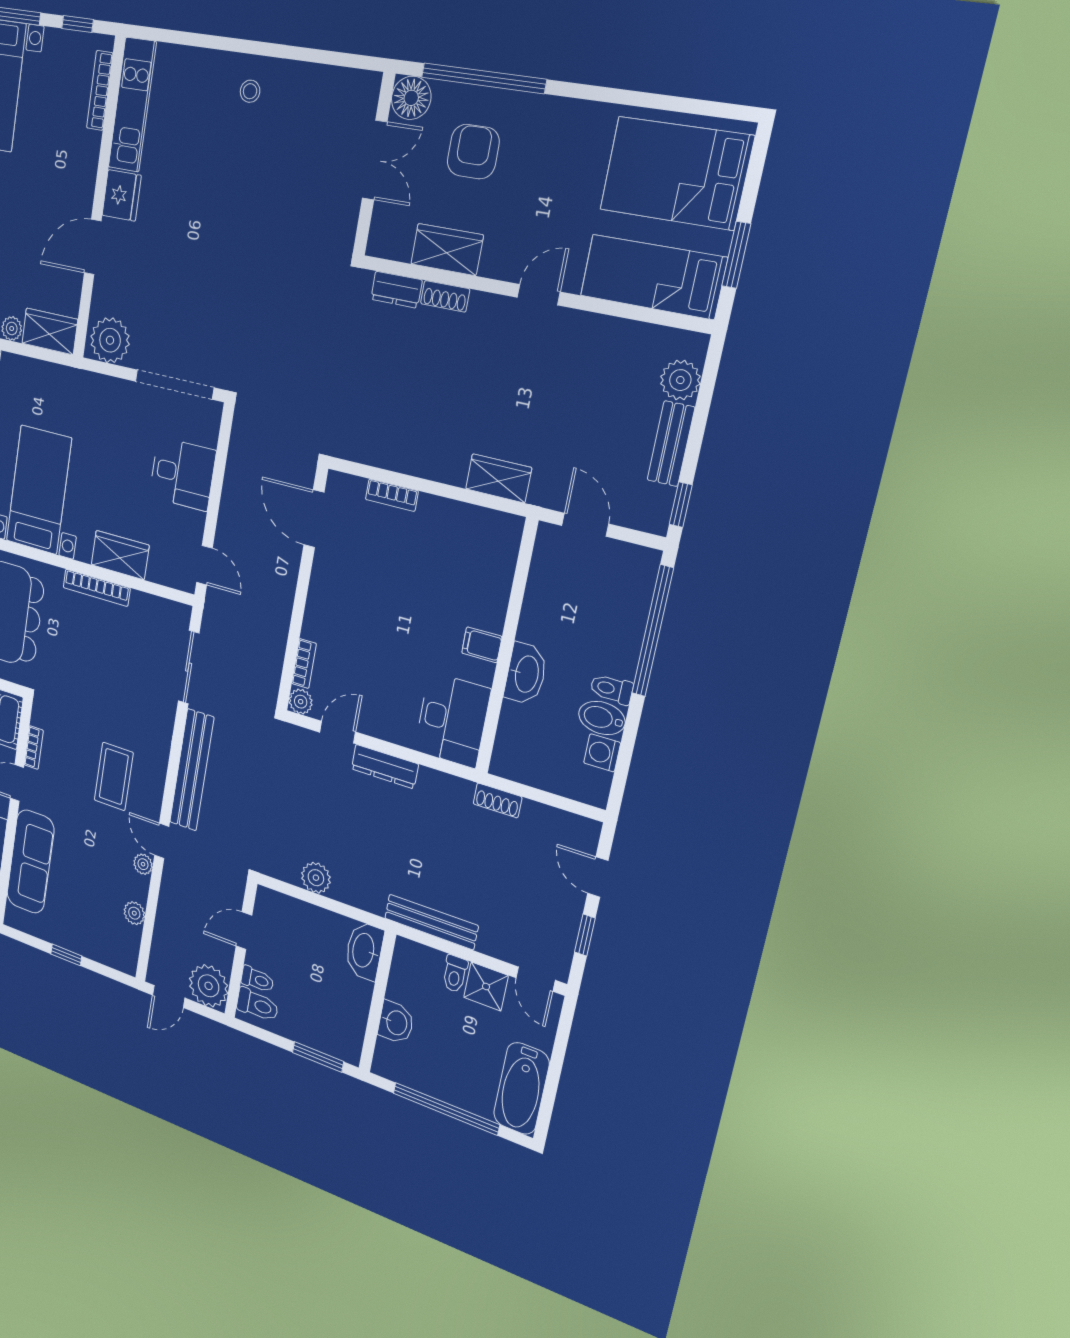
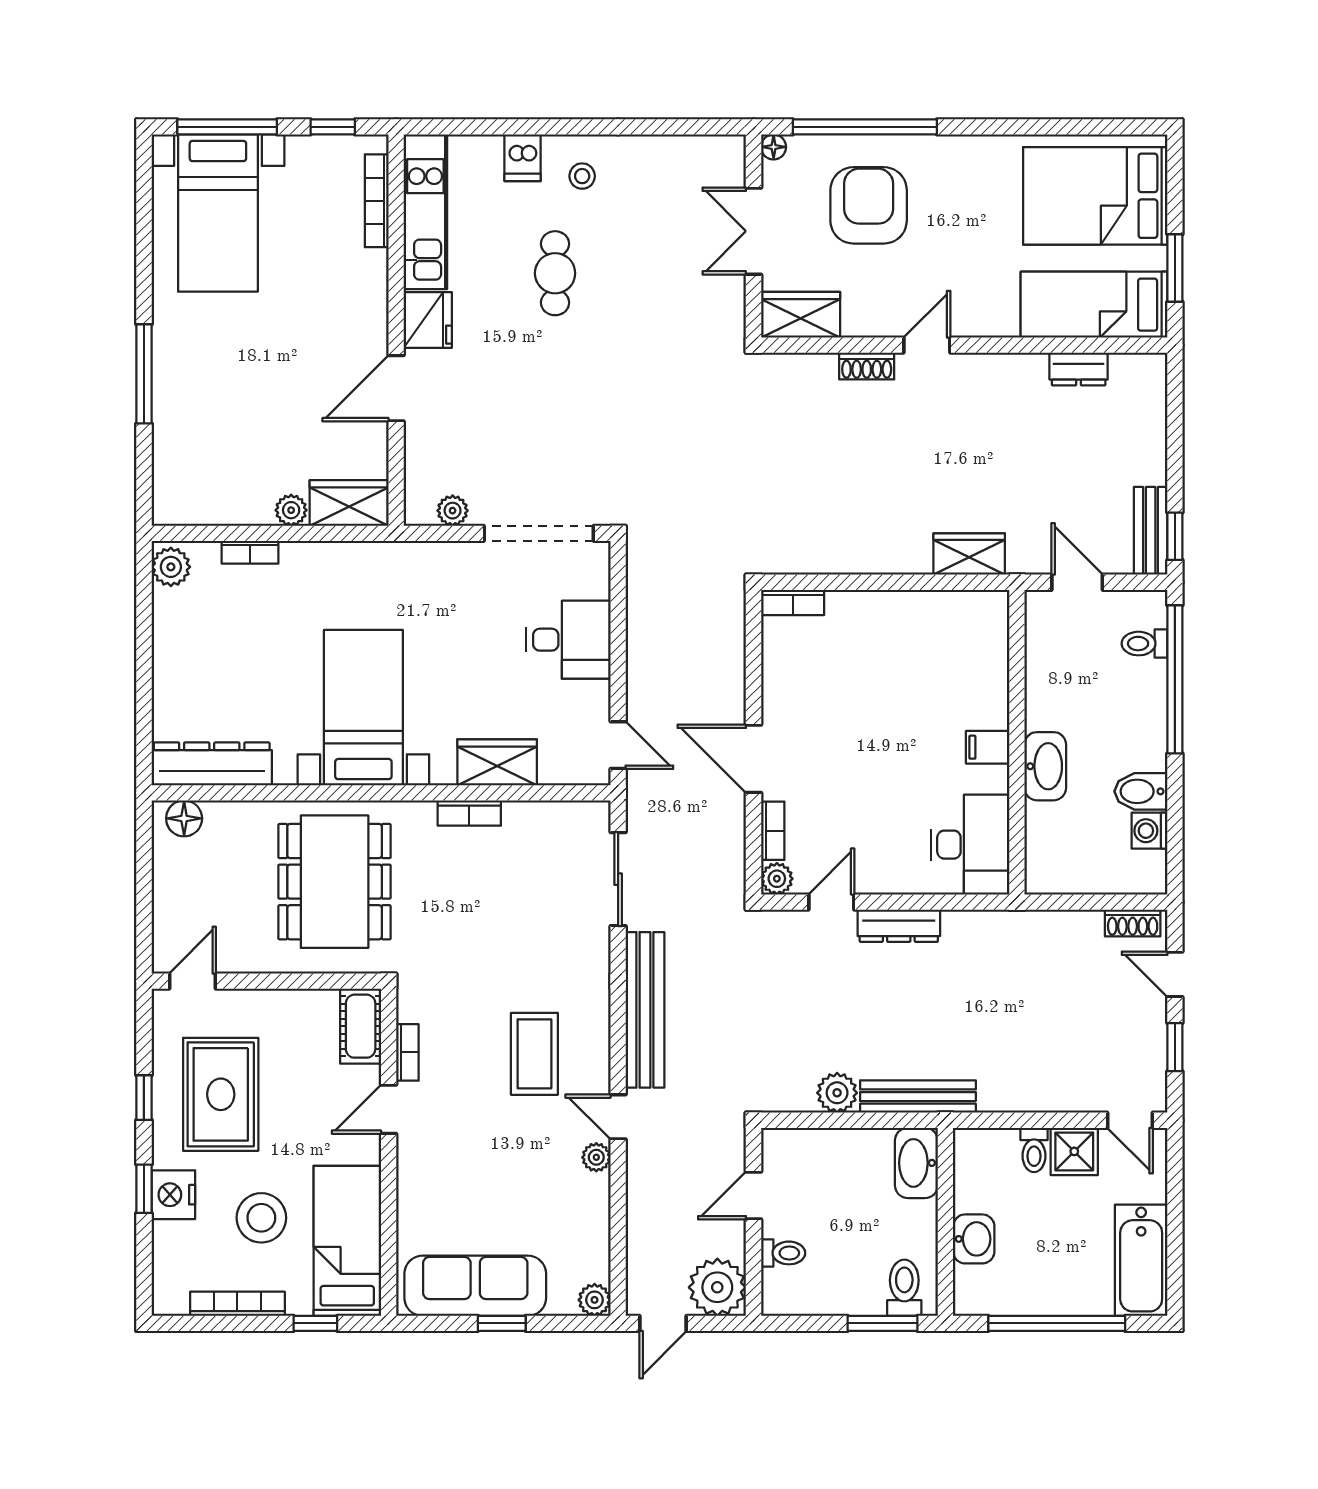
dishwasher: (208, 69) -> (523, 158), added
floor lamp: (411, 98) -> (774, 147), width x0.53, depth x0.53
armchair: (473, 152) -> (869, 205), width x1.36, depth x1.36
double door: (375, 160) -> (754, 231), swing flipped
cafe table: (217, 172) -> (555, 273), added
wardrobe: (447, 249) -> (801, 315), moved
dresser: (396, 290) -> (1079, 369), moved
door: (539, 295) -> (927, 345), moved
plant: (110, 340) -> (453, 511), width x0.53, depth x0.53
plant: (680, 380) -> (1146, 406), removed
bench: (671, 444) -> (1151, 531), moved
bookcase: (392, 495) -> (793, 602), moved
door: (314, 519) -> (754, 759), moved
bookcase: (96, 588) -> (469, 813), width x0.64
toilet: (611, 689) -> (1144, 644), moved
shoe rack: (498, 800) -> (1133, 923), moved
sofa: (30, 862) -> (475, 1286), moved, turned -90
plant: (134, 913) -> (595, 1300), moved
bench: (431, 922) -> (918, 1097), moved
toilet: (257, 1005) -> (904, 1288), moved, turned -90

